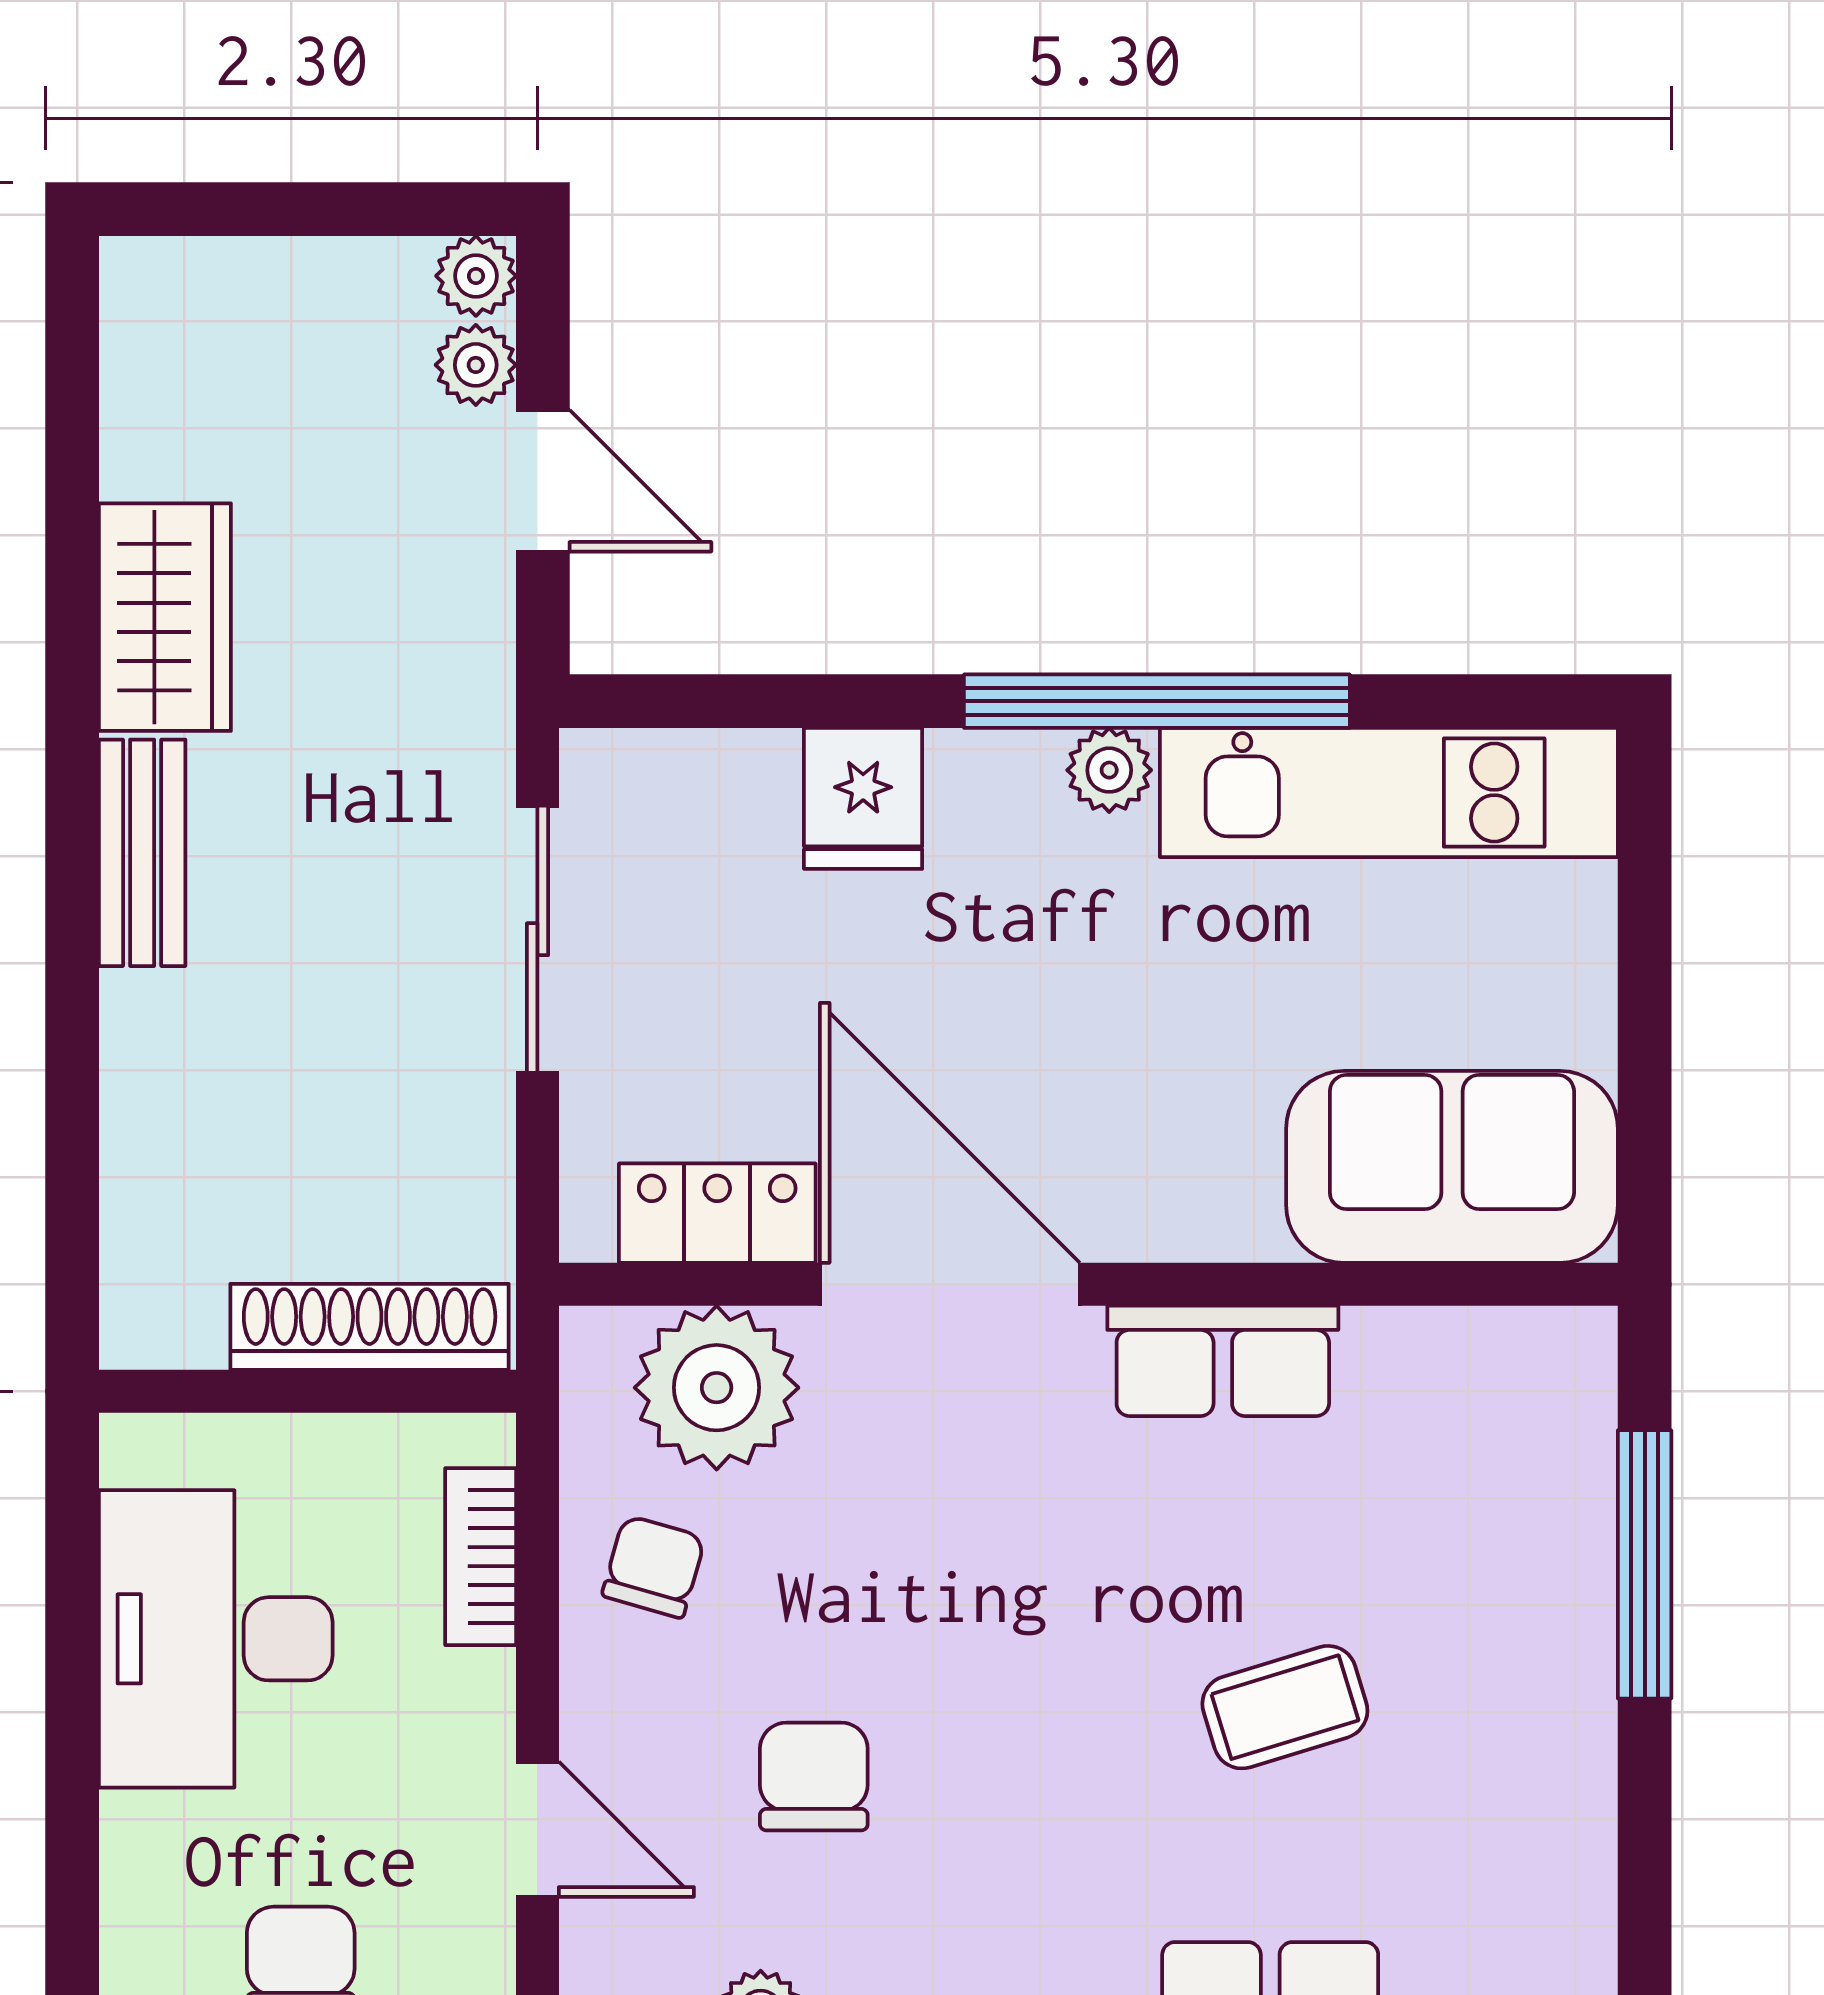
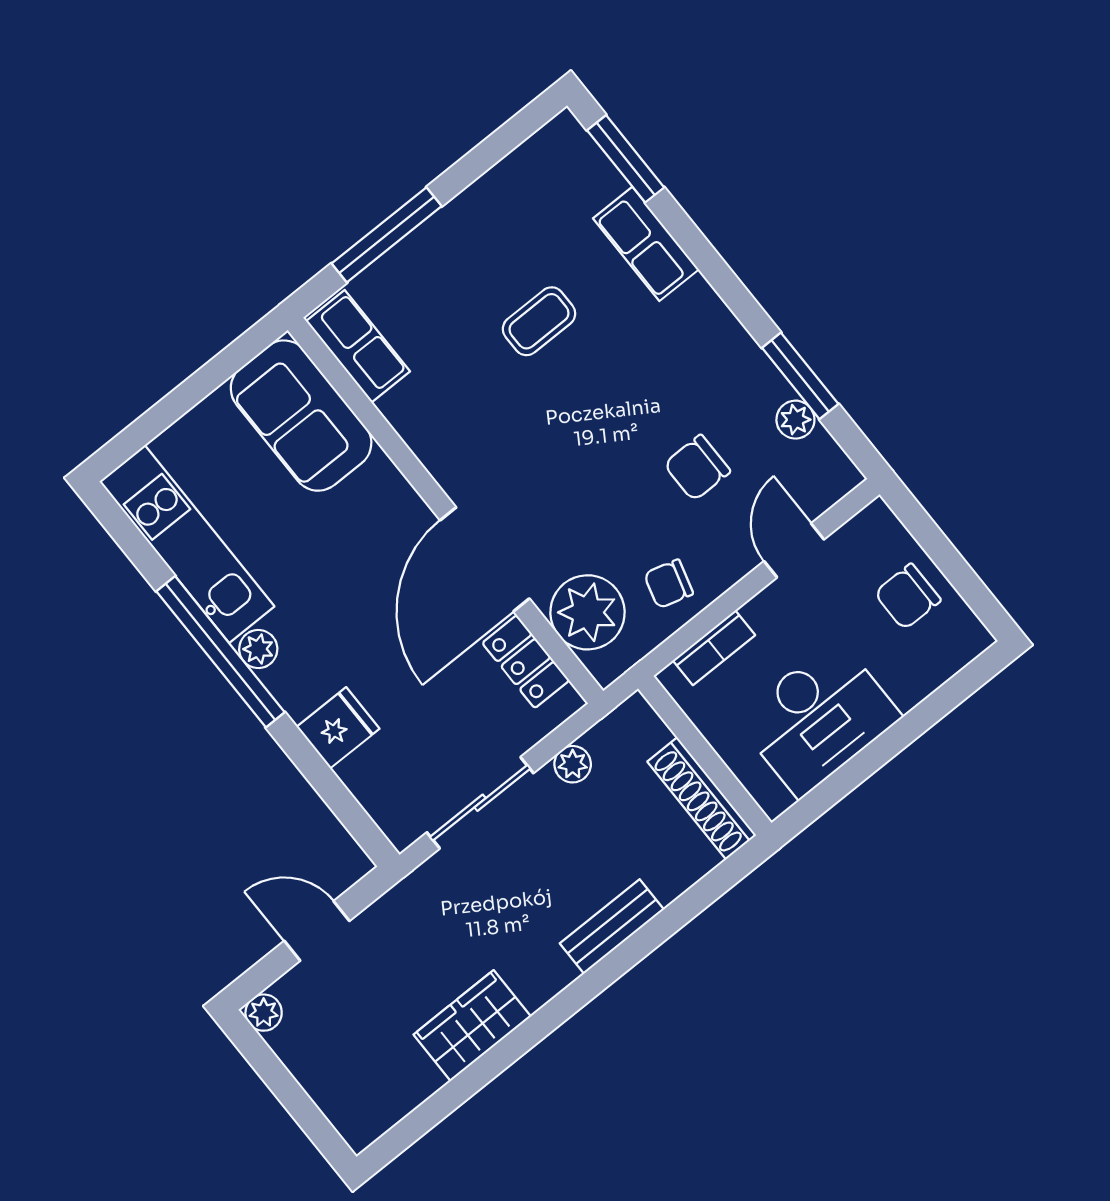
plant: (476, 365) -> (573, 764), moved
door: (543, 481) -> (317, 931), hinge flipped
bench: (142, 853) -> (612, 926), moved
shoe rack: (370, 1327) -> (702, 798), moved
row of seats: (1223, 1361) -> (358, 346), moved
coffee table: (1285, 1707) -> (539, 321), turned -73

